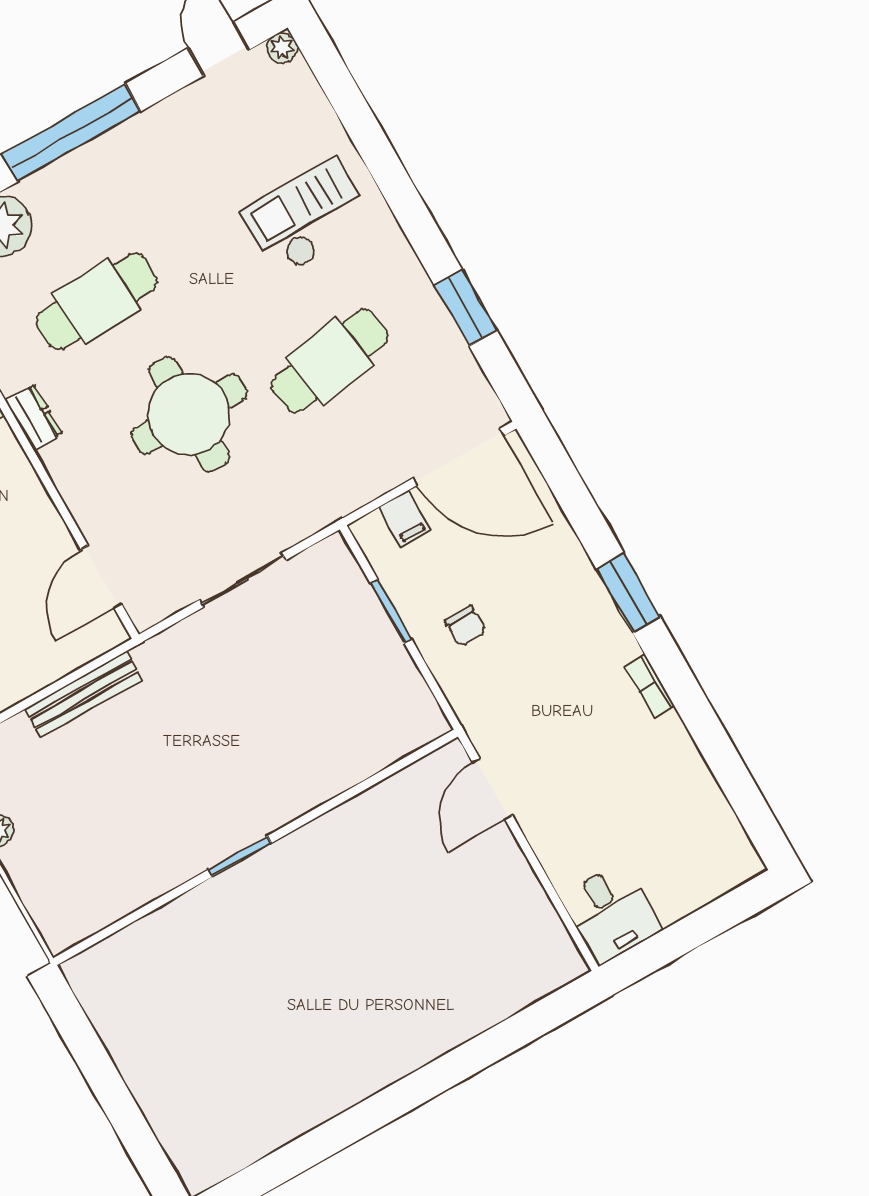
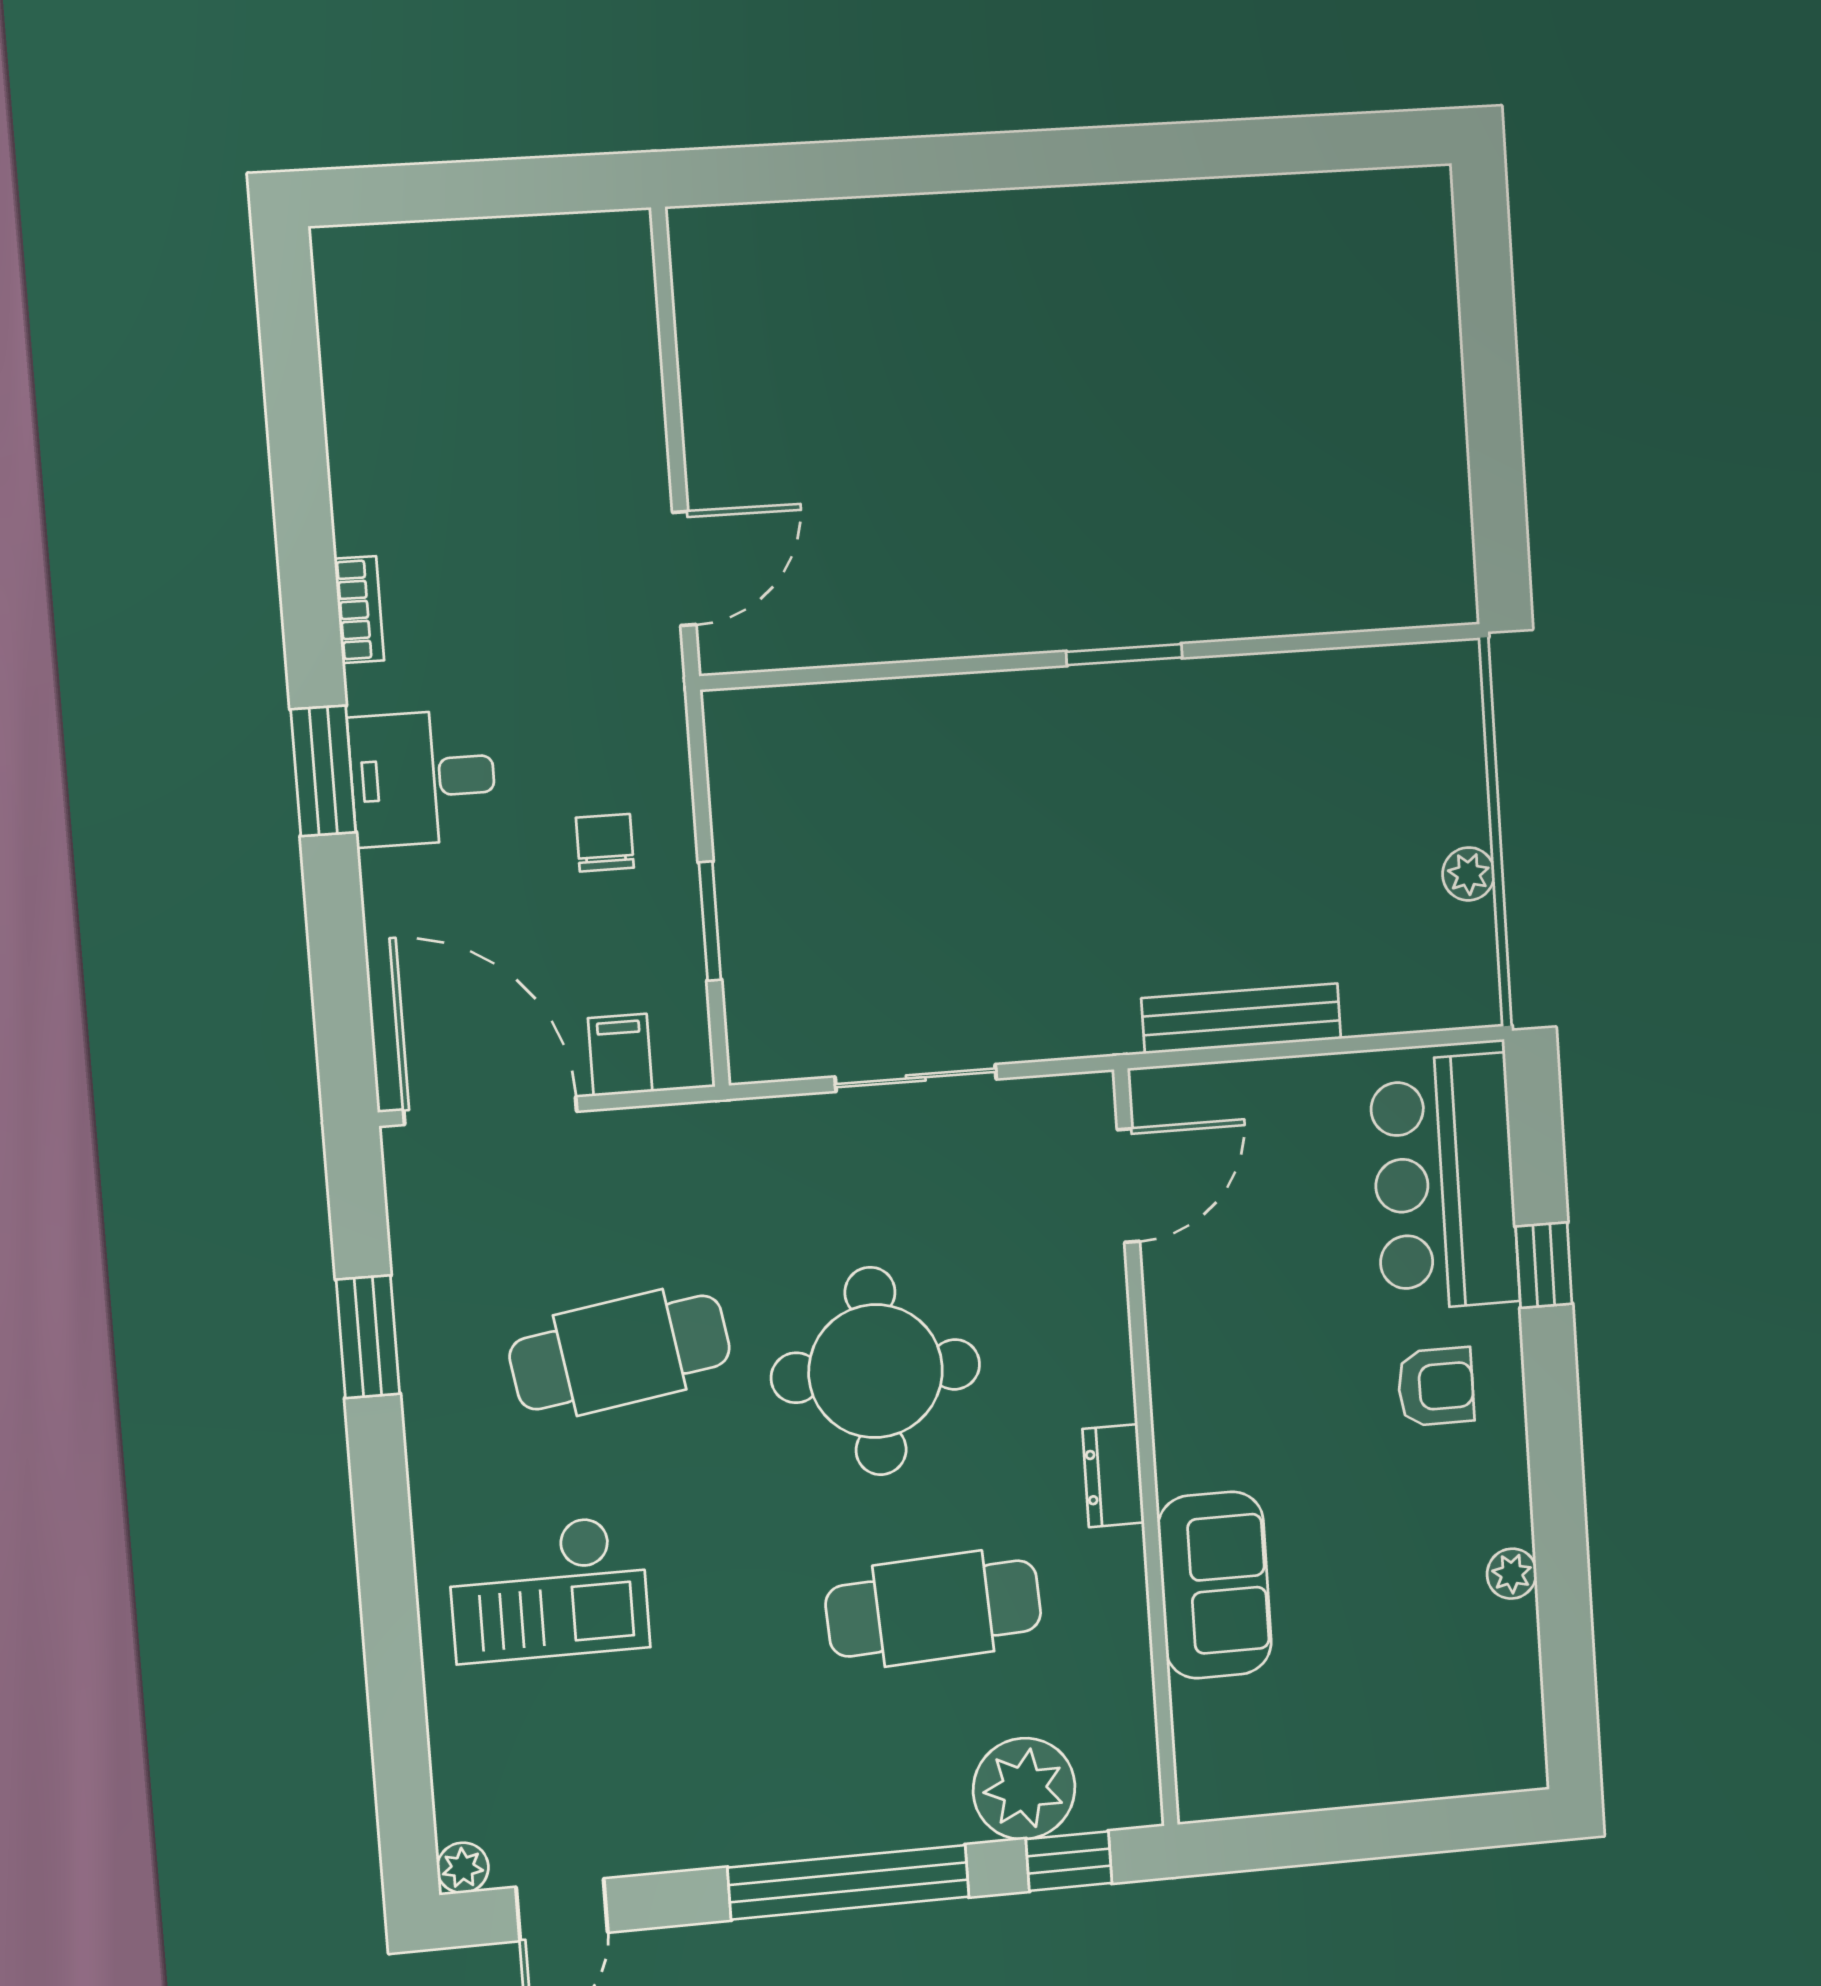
desk: (611, 913) -> (423, 778), moved, turned -90

